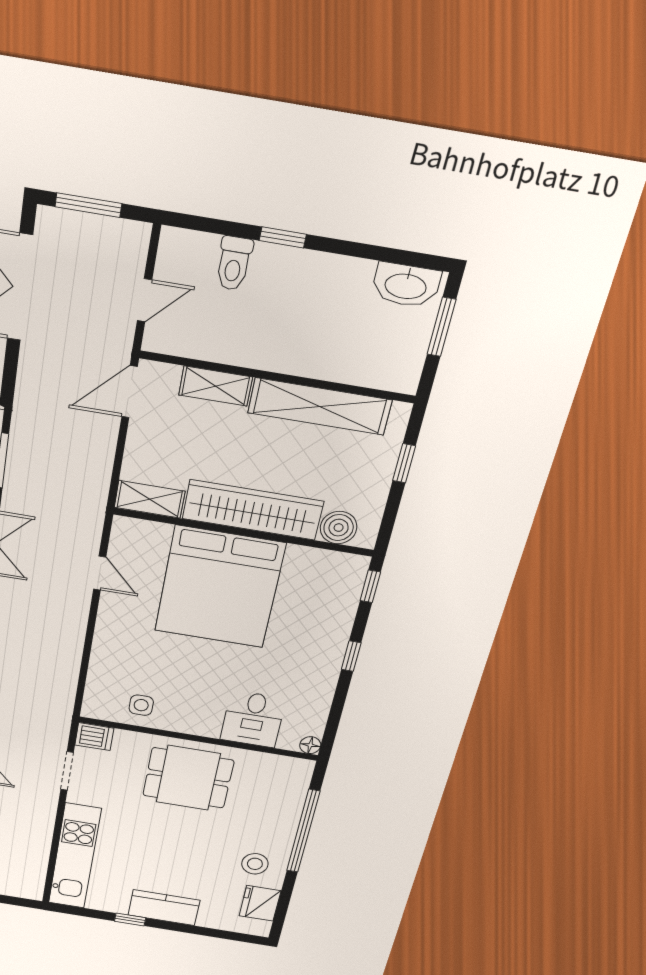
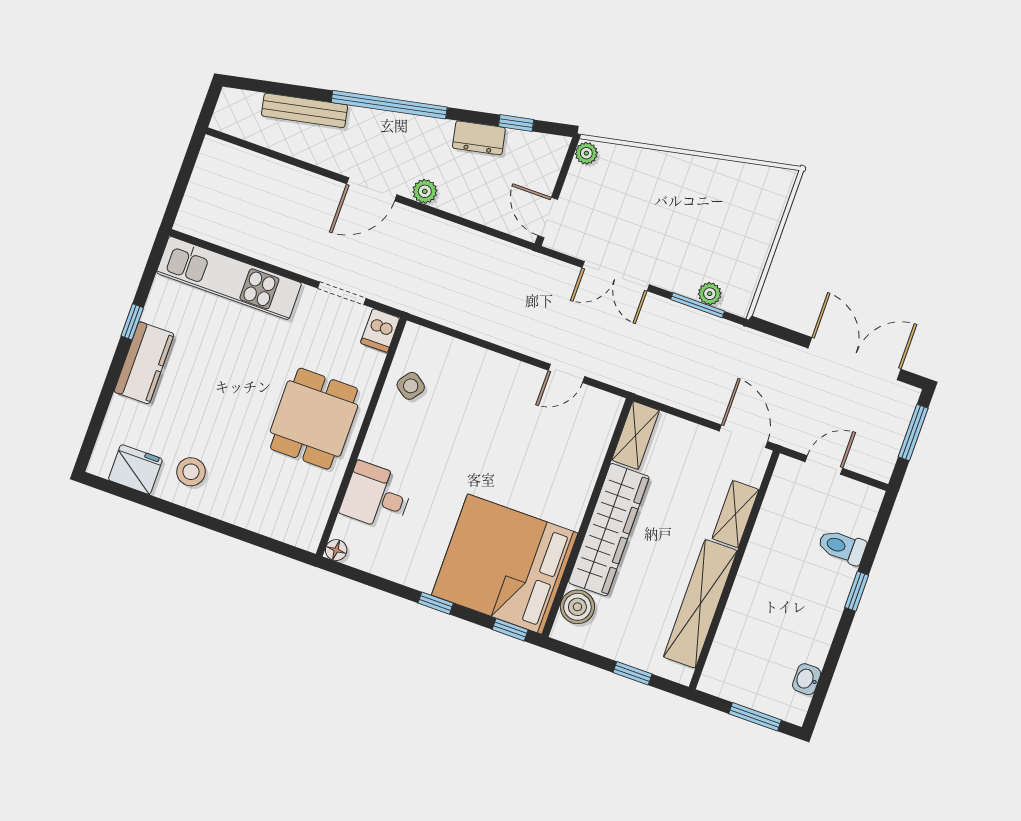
washbasin: (406, 285) -> (807, 679), width x0.52, depth x0.69
door: (145, 300) -> (824, 465), swing flipped
bed: (220, 587) -> (505, 564), moved
side table: (141, 705) -> (411, 386), turned 36
window: (303, 831) -> (227, 529), removed

